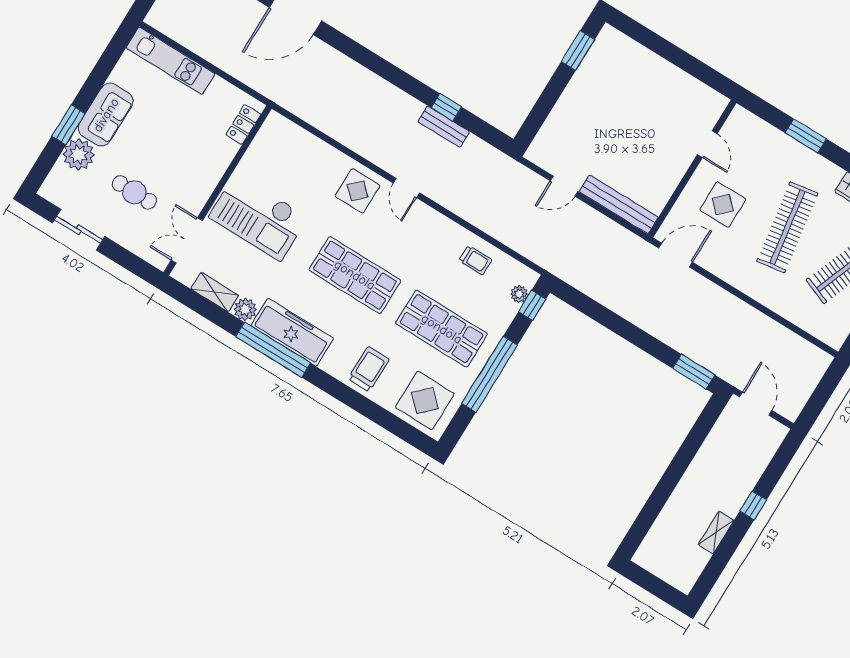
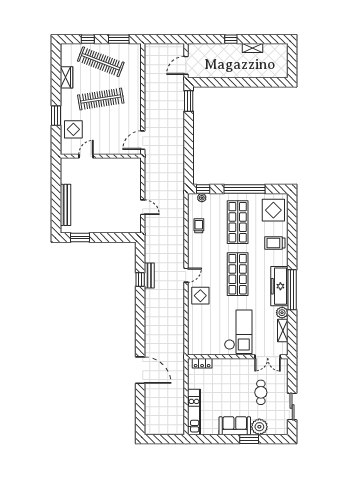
bench: (619, 204) -> (65, 205), moved
display table: (723, 205) -> (73, 129), moved
door: (676, 255) -> (143, 140), hinge flipped

